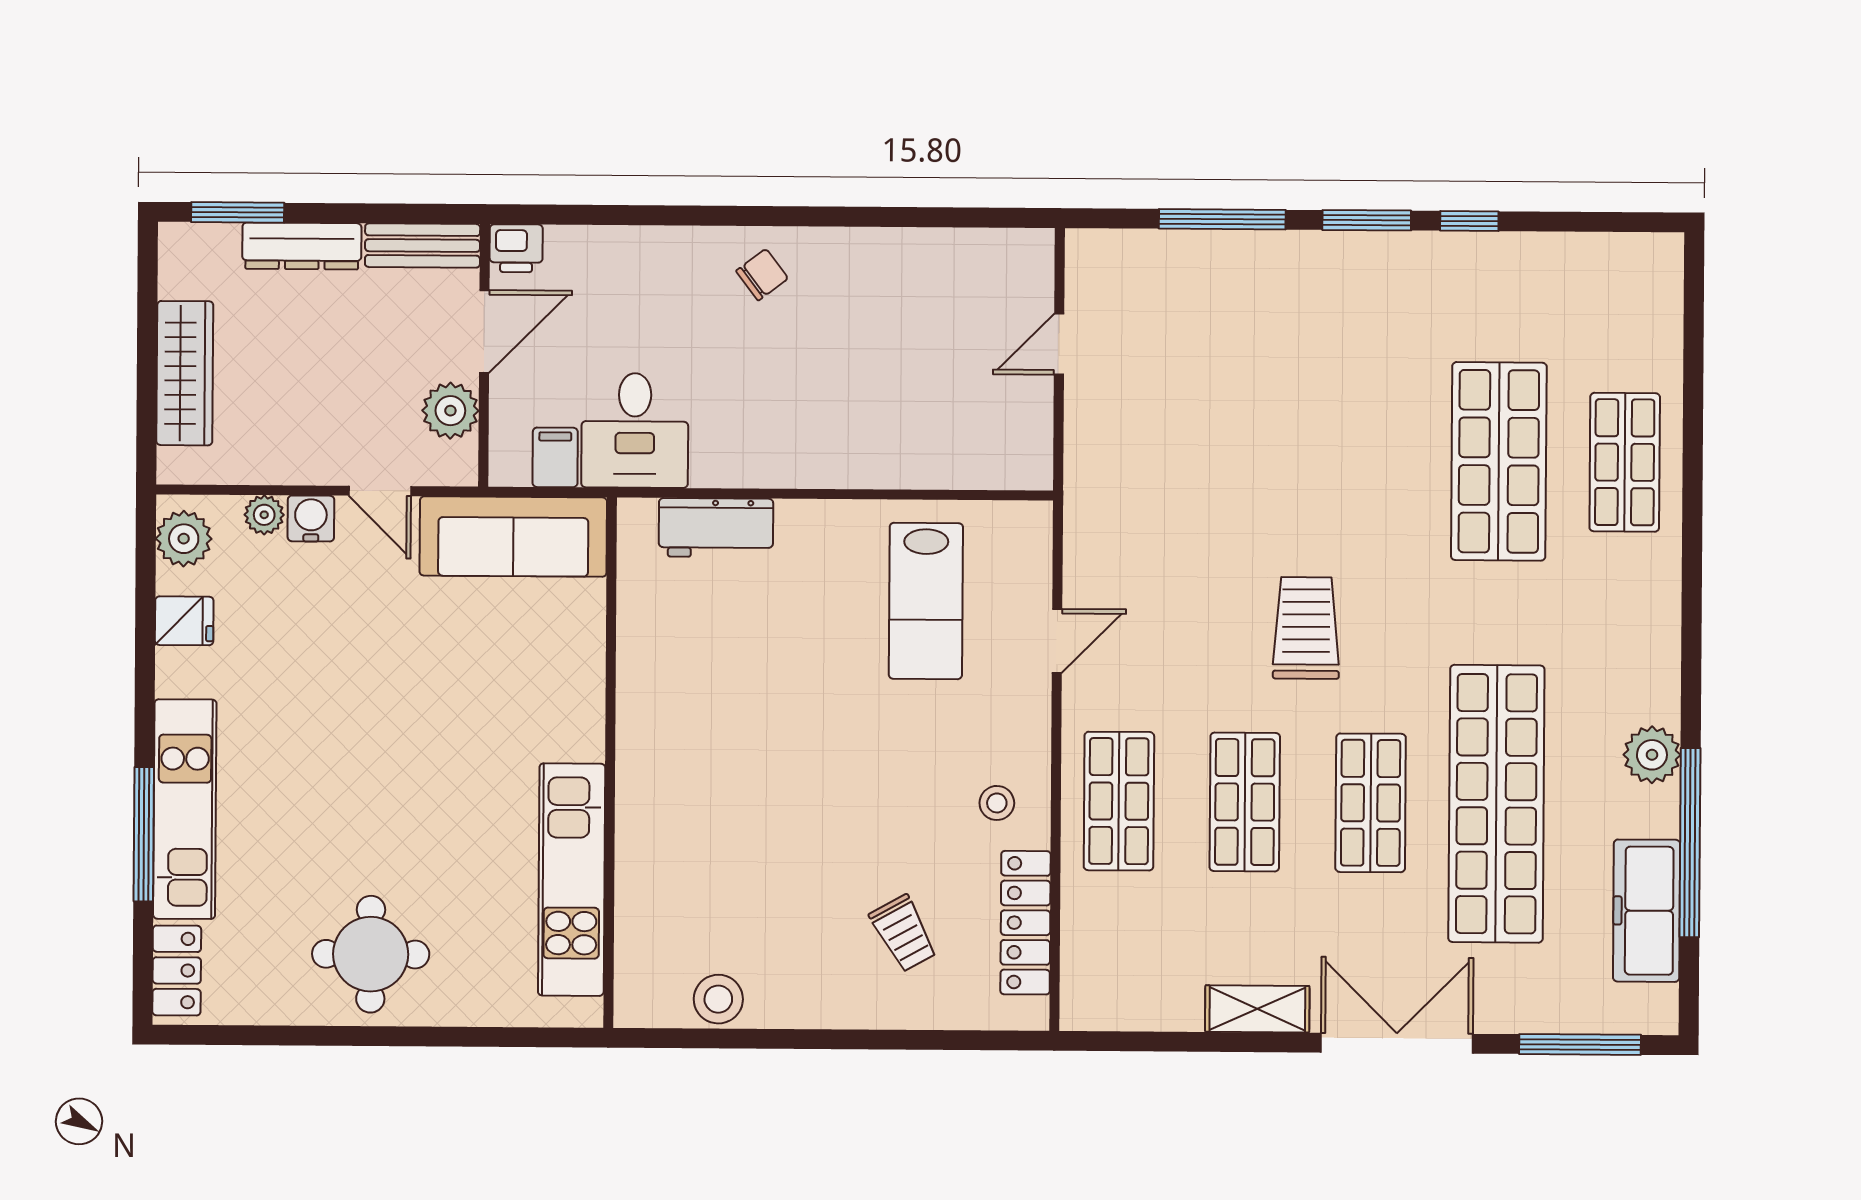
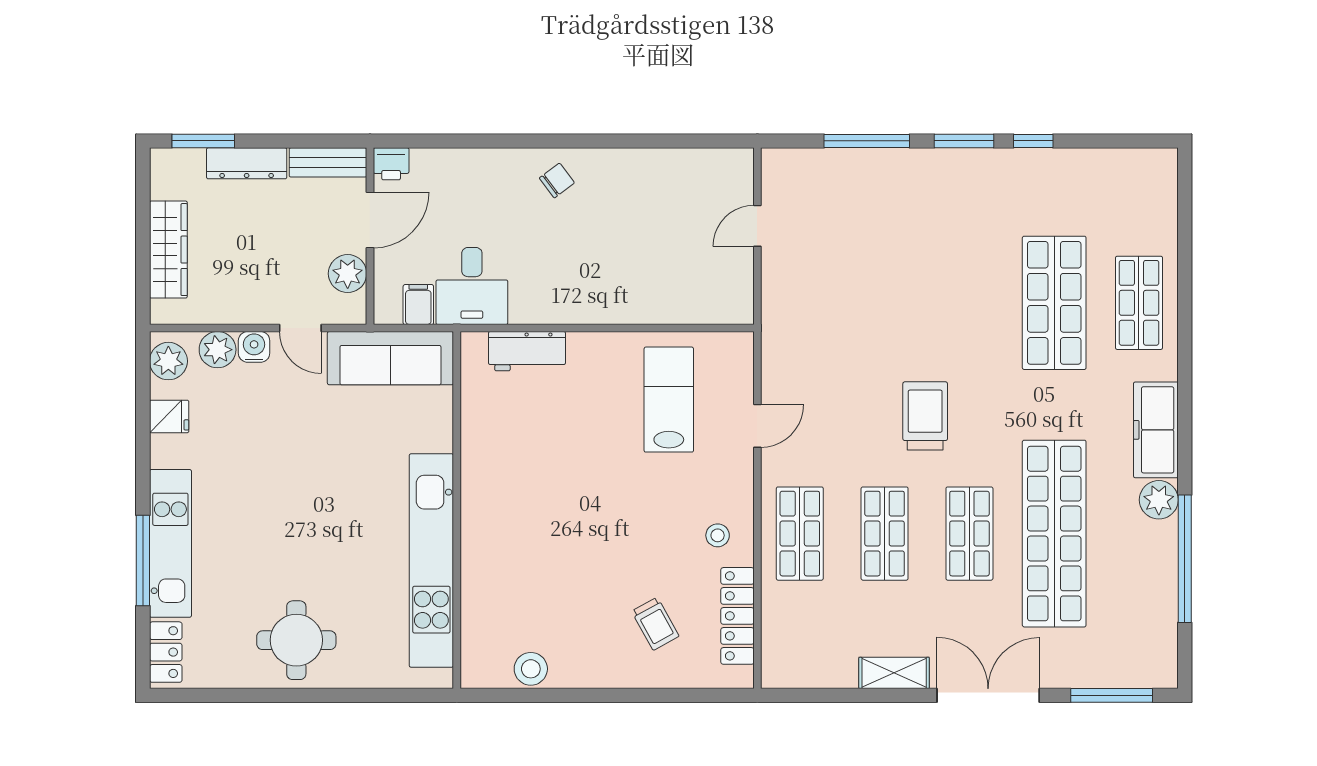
plant: (264, 515) -> (218, 350), width x1.38, depth x1.38
lab bench: (926, 601) -> (669, 400), turned 180
kitchen unit: (572, 880) -> (431, 561), width x1.36
freezer: (1647, 911) -> (1156, 430), moved

